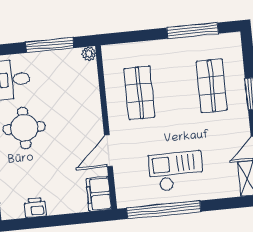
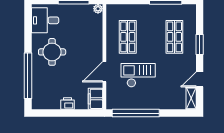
checkout: (176, 171) -> (138, 75), moved
printer: (35, 208) -> (67, 104), moved

